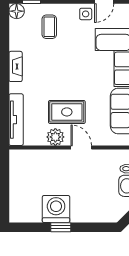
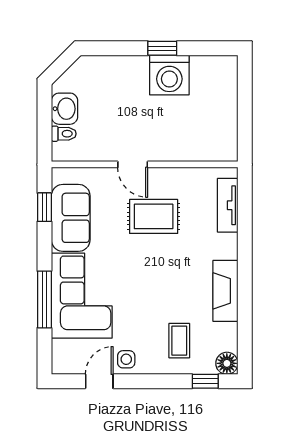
fireplace: (16, 66) -> (225, 291), width x1.37, depth x1.32
tv unit: (16, 120) -> (228, 205), width x0.71
plant: (55, 137) -> (170, 180), removed

